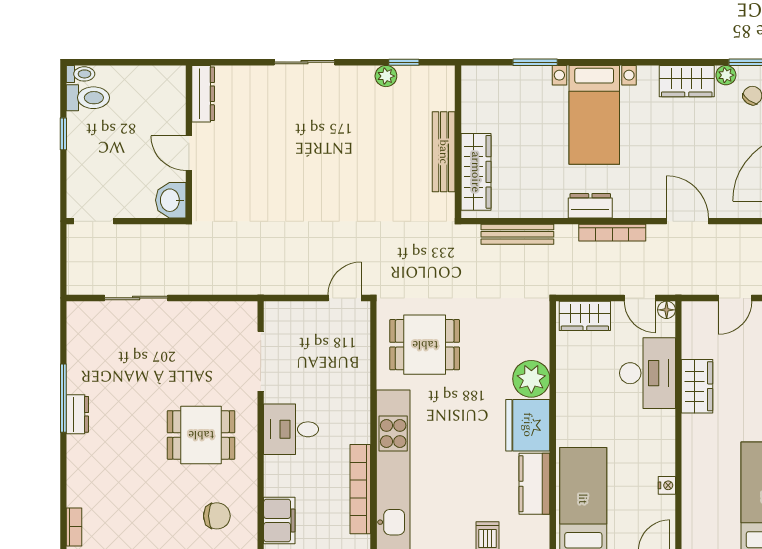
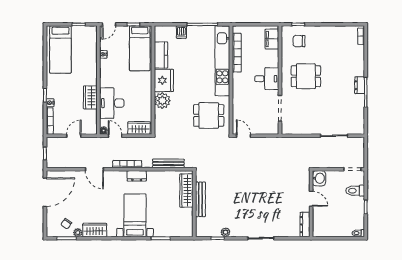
toilet: (88, 98) -> (355, 191), moved
door: (345, 298) -> (243, 136), swing flipped

